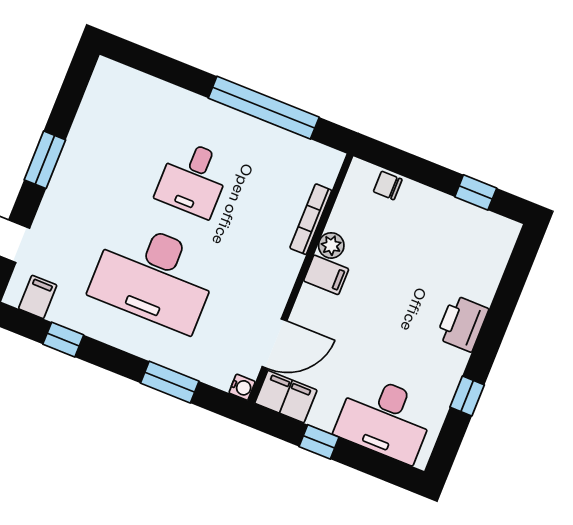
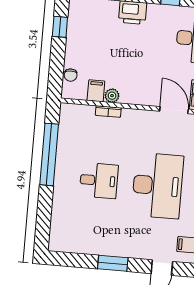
bookcase: (311, 219) -> (108, 112), width x0.64
filing cabinet: (326, 275) -> (96, 91), moved

